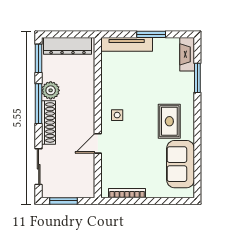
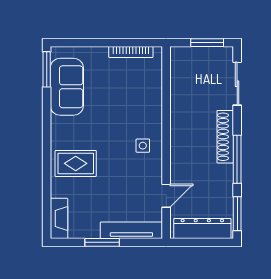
window: (197, 78) -> (47, 69), moved
plant: (51, 90) -> (223, 175), removed
rug: (169, 121) -> (76, 163), moved, turned 90
door: (98, 143) -> (166, 196), moved

